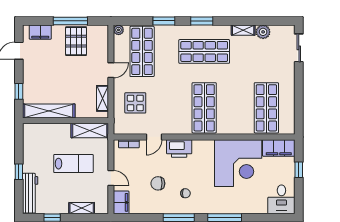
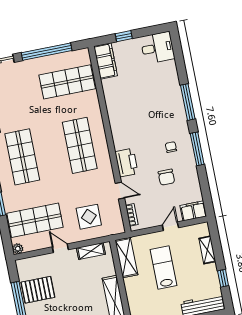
window: (299, 94) -> (47, 52), added
shop shelf: (204, 108) -> (80, 145), turned 90
corner desk: (238, 163) -> (129, 100), removed

